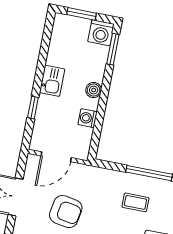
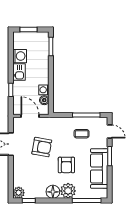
washing machine: (101, 33) -> (20, 56), moved, turned -90
boiler: (94, 90) -> (44, 100), moved
door: (56, 157) -> (30, 116), swing flipped

